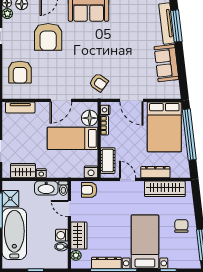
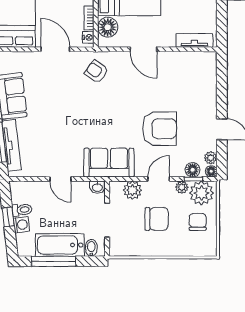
armchair: (48, 37) -> (160, 129), turned 90
armchair: (20, 72) -> (195, 85), removed
door: (61, 100) -> (144, 49), swing flipped

